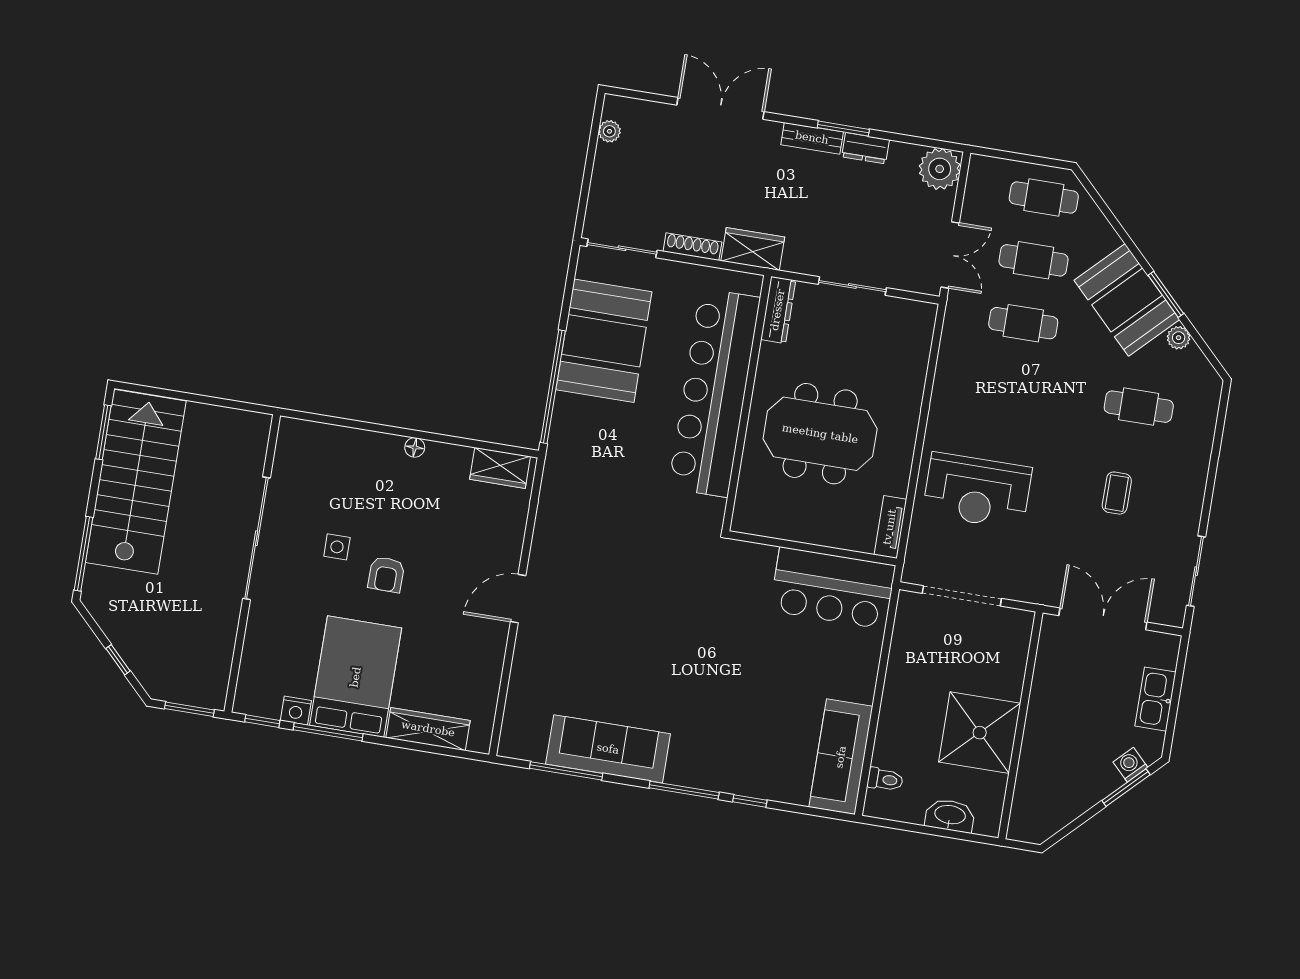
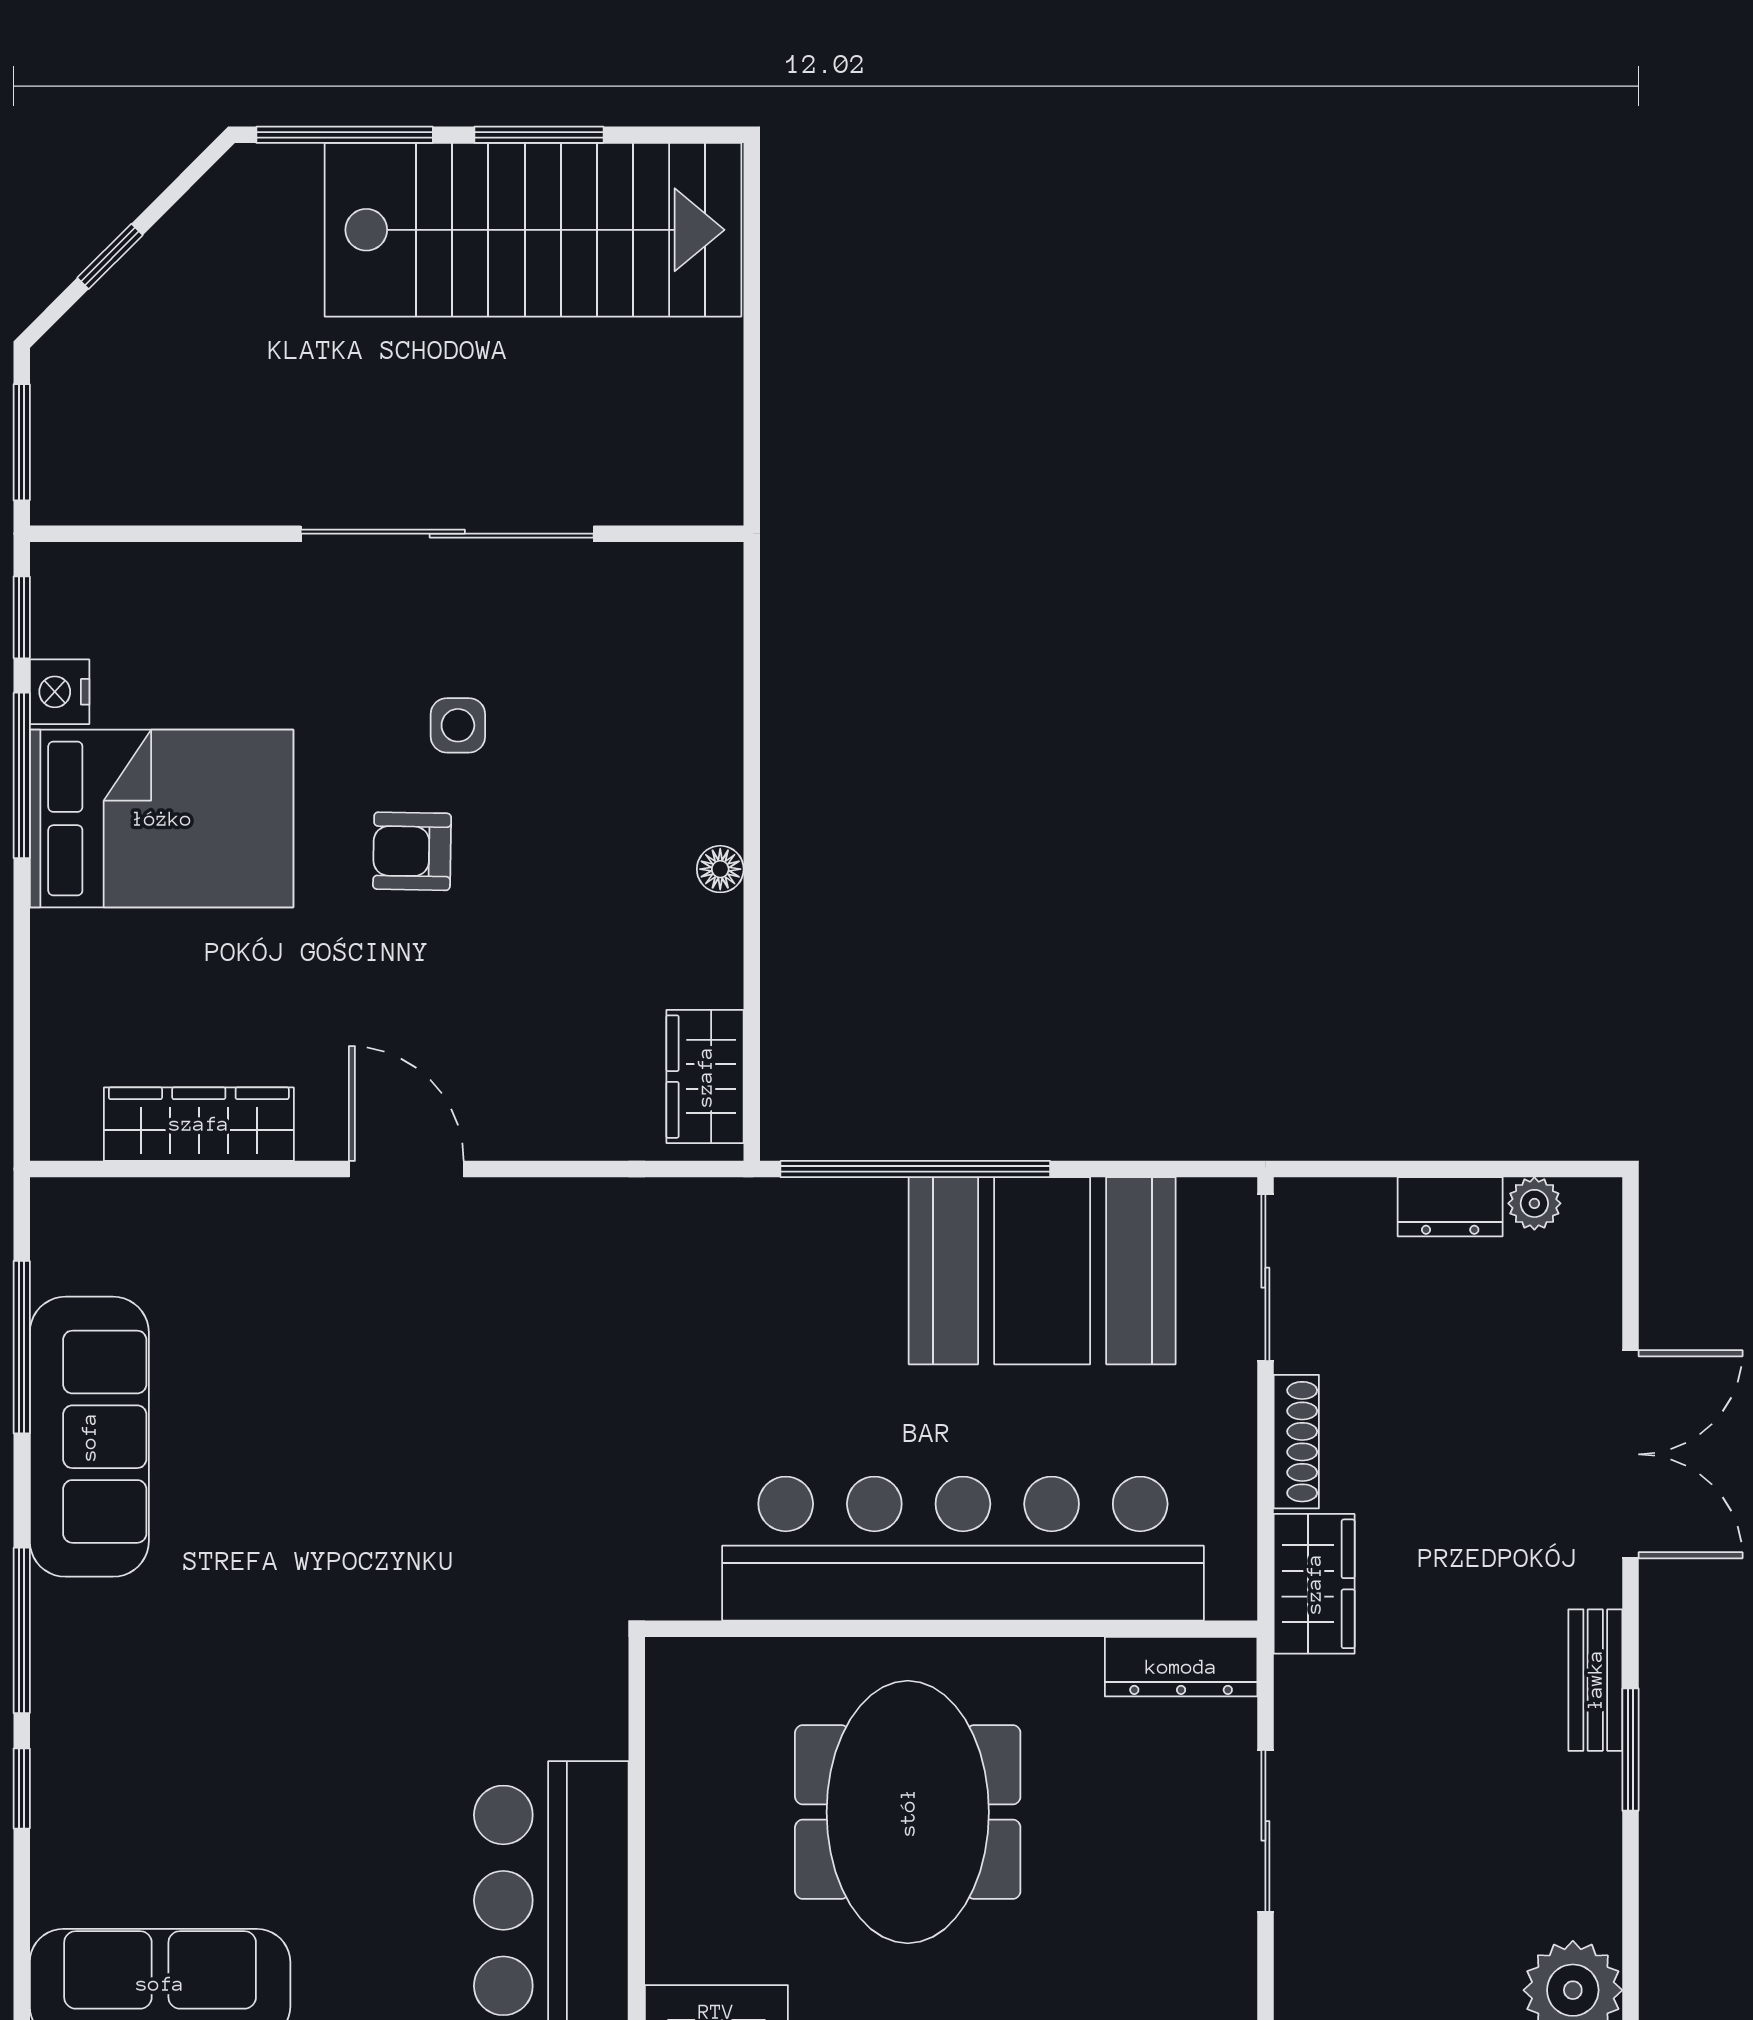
dresser: (865, 148) -> (1450, 1207), moved, turned -90
window: (103, 432) -> (539, 135), moved
wardrobe: (428, 729) -> (199, 1124), moved, turned -90

